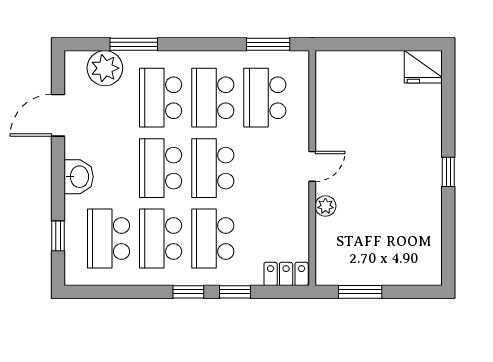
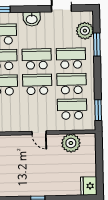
plant: (325, 206) -> (71, 143), moved, width x1.88, depth x1.88

